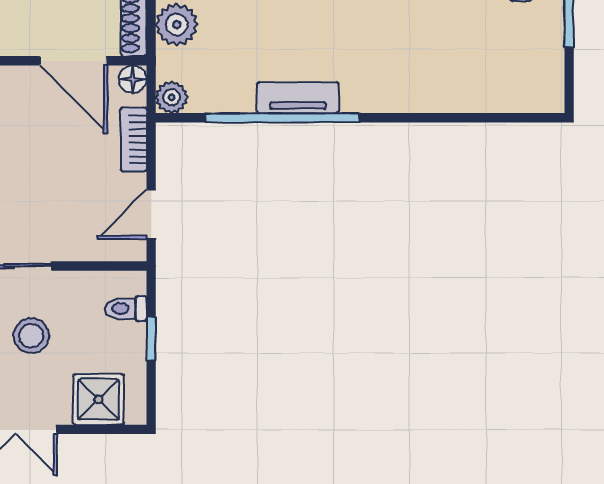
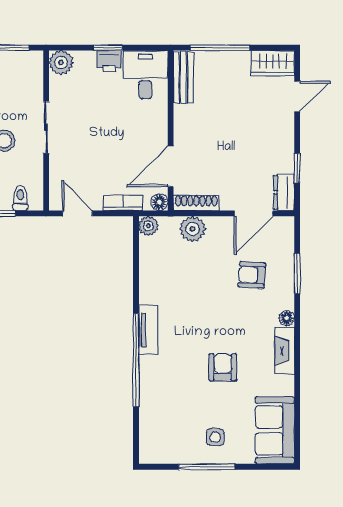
tv unit: (298, 98) -> (148, 330), moved
window: (282, 118) -> (136, 360), moved

